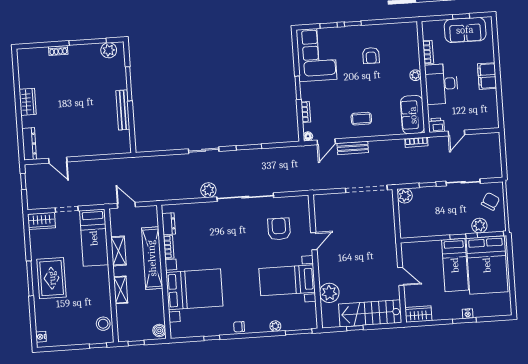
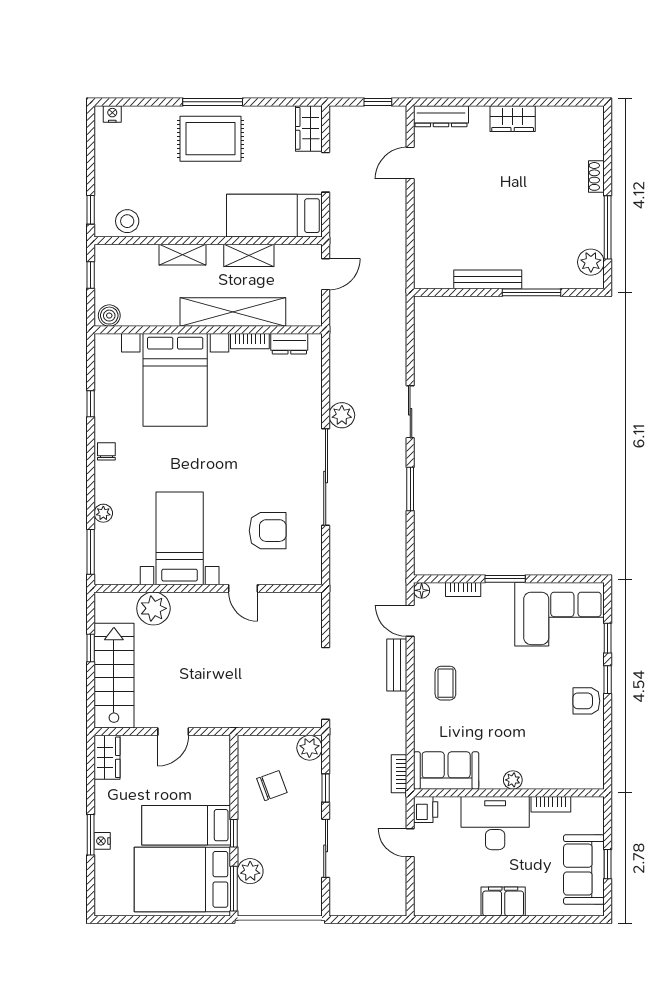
armchair: (371, 56) -> (586, 701), moved
chair: (490, 201) -> (272, 786), moved, turned -52

